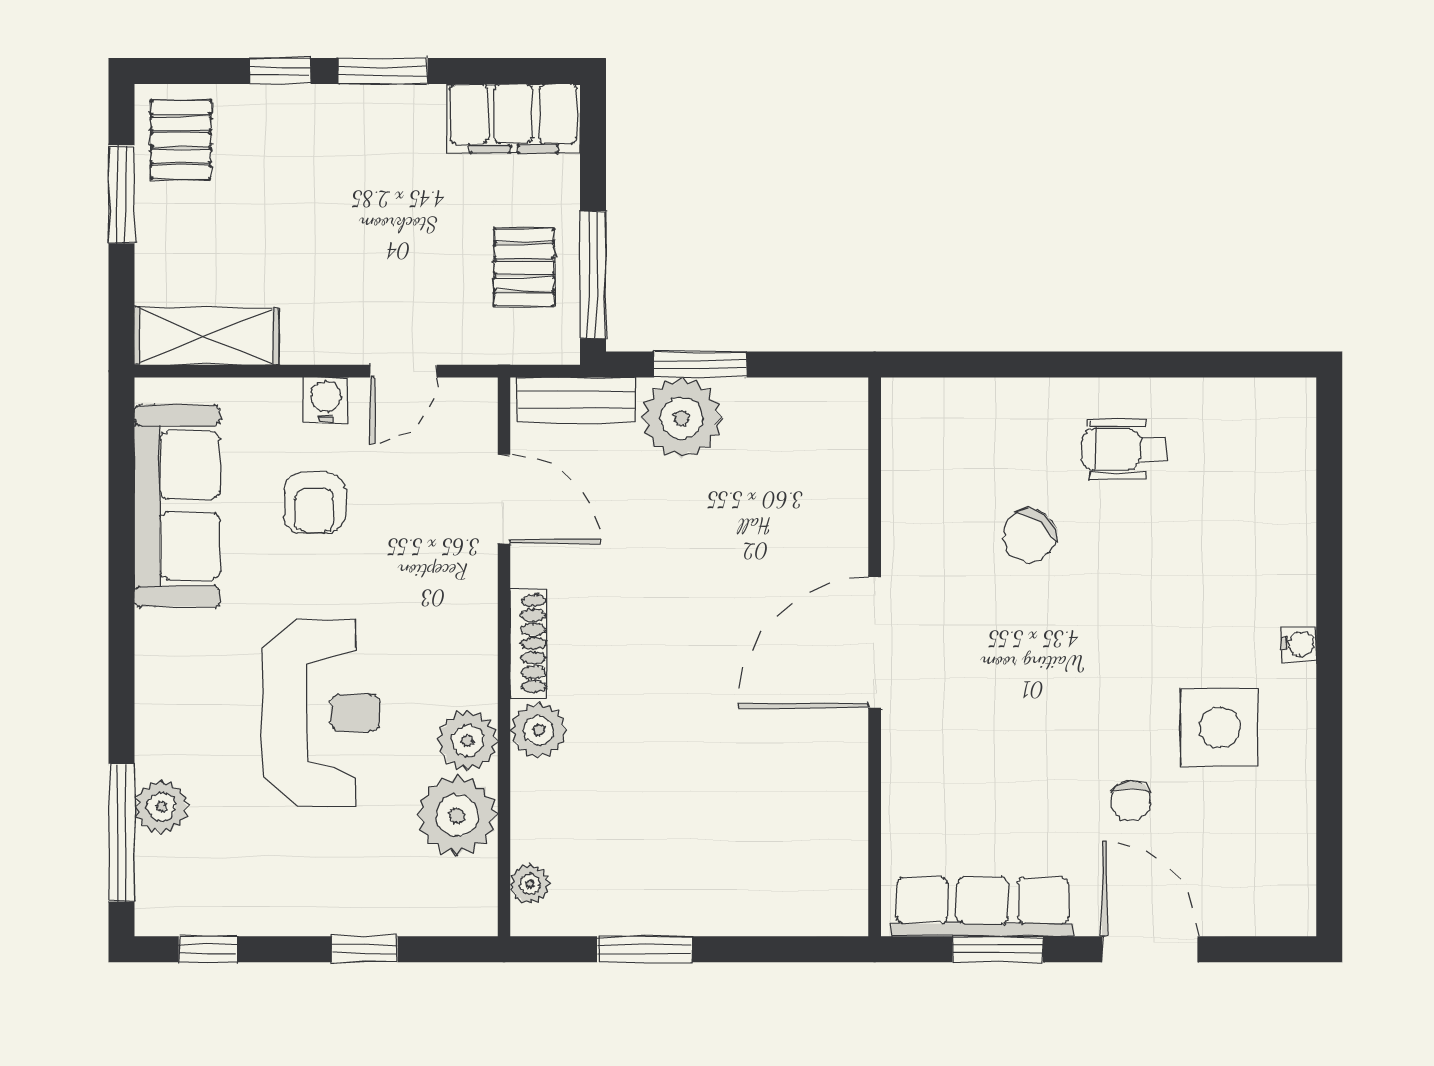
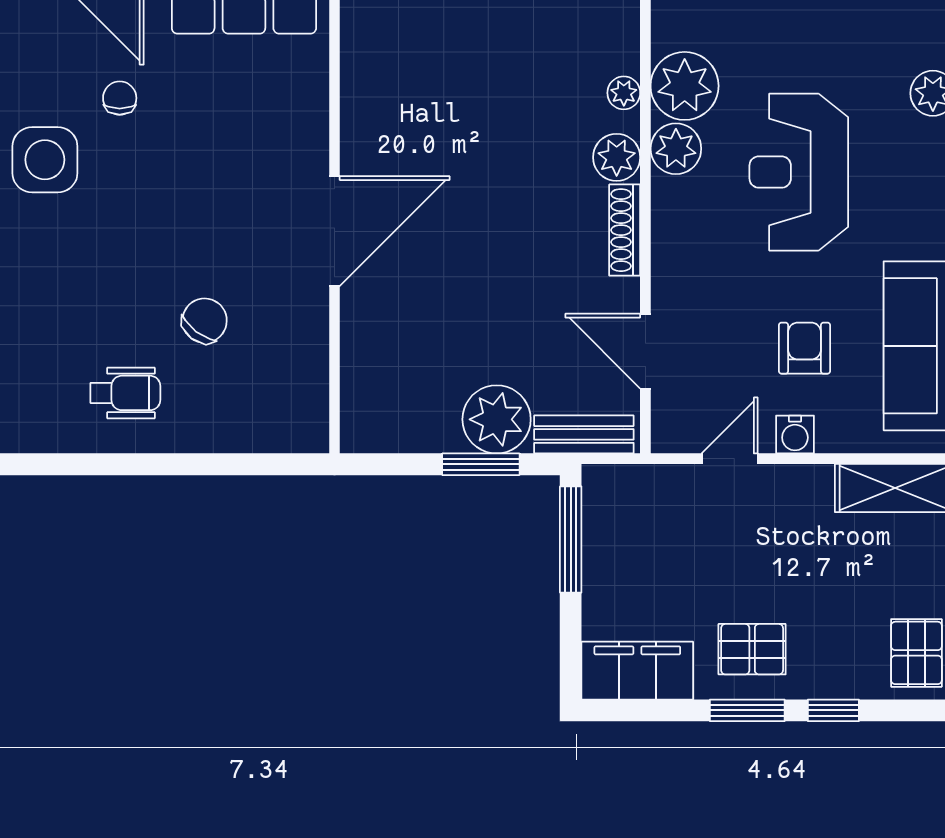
pallet: (524, 267) -> (752, 649), moved, turned 90
plant: (530, 884) -> (624, 93), moved

